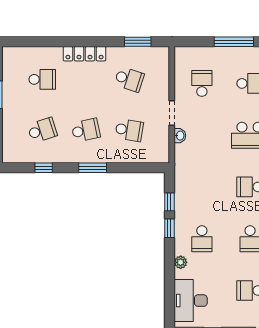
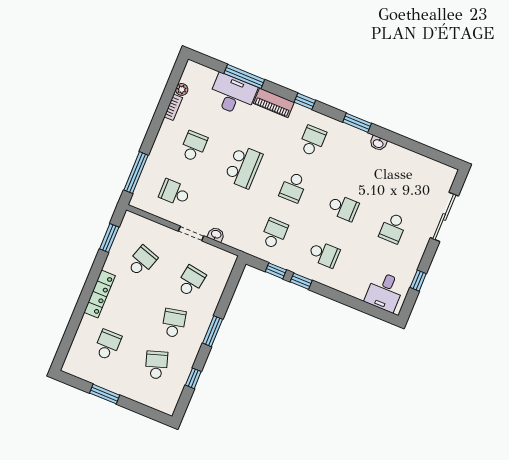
window: (234, 42) -> (136, 173), moved
school desk: (202, 187) -> (274, 234), added
plant: (181, 262) -> (338, 284), removed
desk: (191, 301) -> (385, 292), width x0.73

